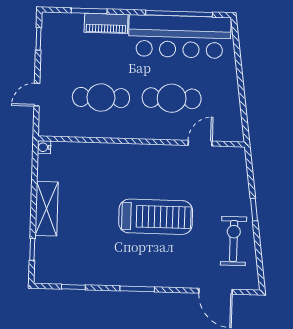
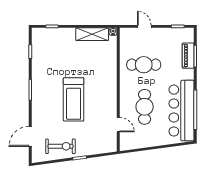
piano: (106, 23) -> (188, 56), moved
cafe table: (101, 98) -> (144, 65), turned 90
shelving: (47, 209) -> (92, 34), moved

